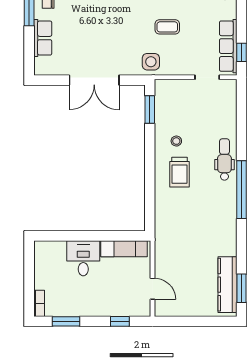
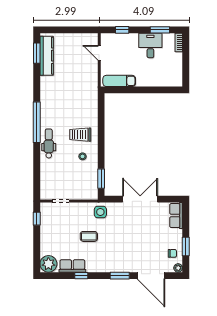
row of seats: (43, 38) -> (176, 216), moved
row of seats: (228, 46) -> (46, 223), removed
dental chair: (224, 159) -> (49, 143), turned 180
trolley: (180, 172) -> (80, 135), turned -90
desk: (83, 258) -> (150, 46), moved, turned 180

